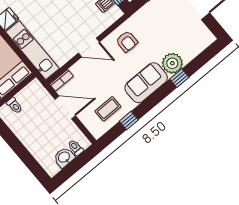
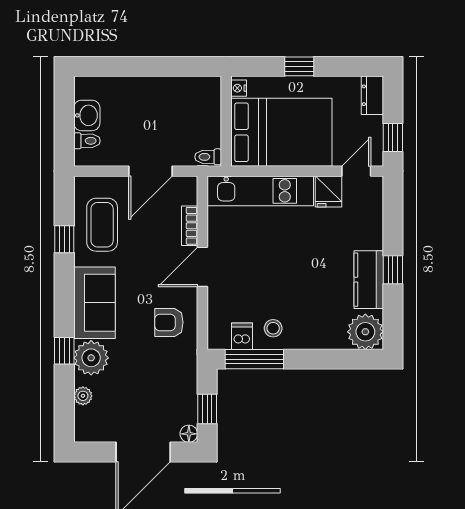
plant: (193, 53) -> (83, 396), added
bookcase: (62, 80) -> (190, 226), moved
toilet: (14, 105) -> (208, 157), moved
coffee table: (108, 109) -> (102, 225), width x1.36, depth x1.30

